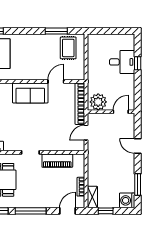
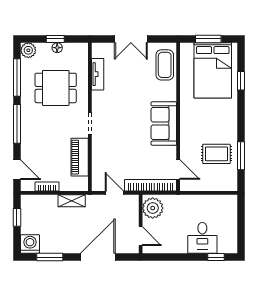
rug: (68, 48) -> (216, 154), moved
window: (138, 63) -> (216, 257), moved
door: (56, 81) -> (178, 170), moved
door: (138, 146) -> (98, 257), width x1.88
shelving: (92, 197) -> (72, 201), moved

